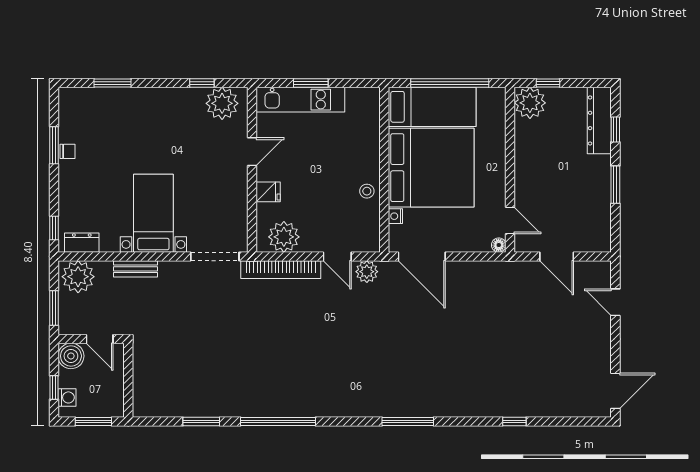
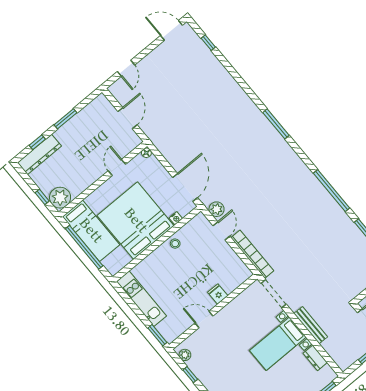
window: (311, 83) -> (157, 335), moved
kitchen unit: (300, 100) -> (141, 299), moved
plant: (222, 103) -> (185, 355), width x0.53, depth x0.53
bed: (432, 107) -> (91, 231), moved, turned 180
door: (510, 220) -> (117, 167), moved
plant: (284, 237) -> (234, 267), removed
dresser: (82, 243) -> (315, 358), moved
bench: (135, 269) -> (311, 325), width x1.36
plant: (78, 277) -> (343, 355), removed
window: (514, 422) -> (208, 43), moved

